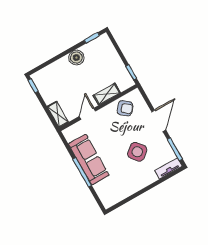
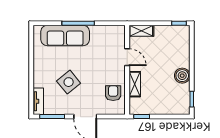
armchair: (125, 108) -> (113, 93), turned 141
sofa: (89, 159) -> (65, 36), moved

